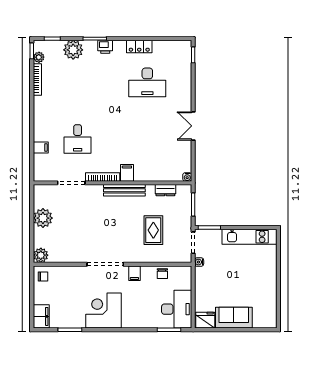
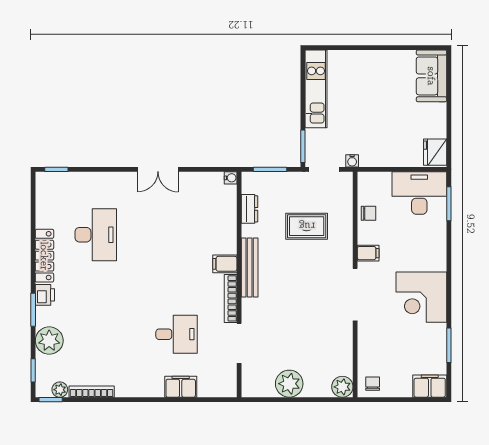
locker: (139, 46) -> (44, 256), width x1.53
filing cabinet: (41, 147) -> (181, 387), width x2.00
sofa: (234, 318) -> (431, 76), moved

